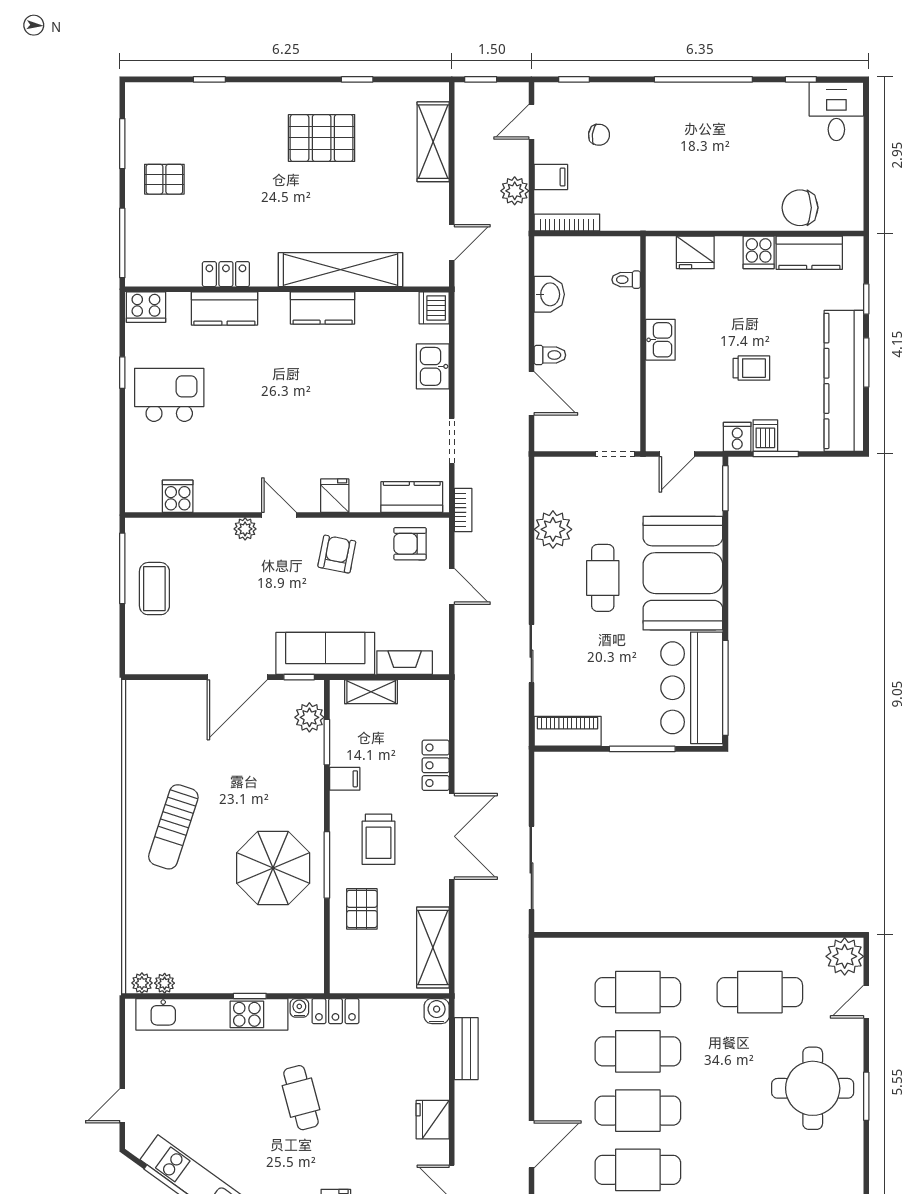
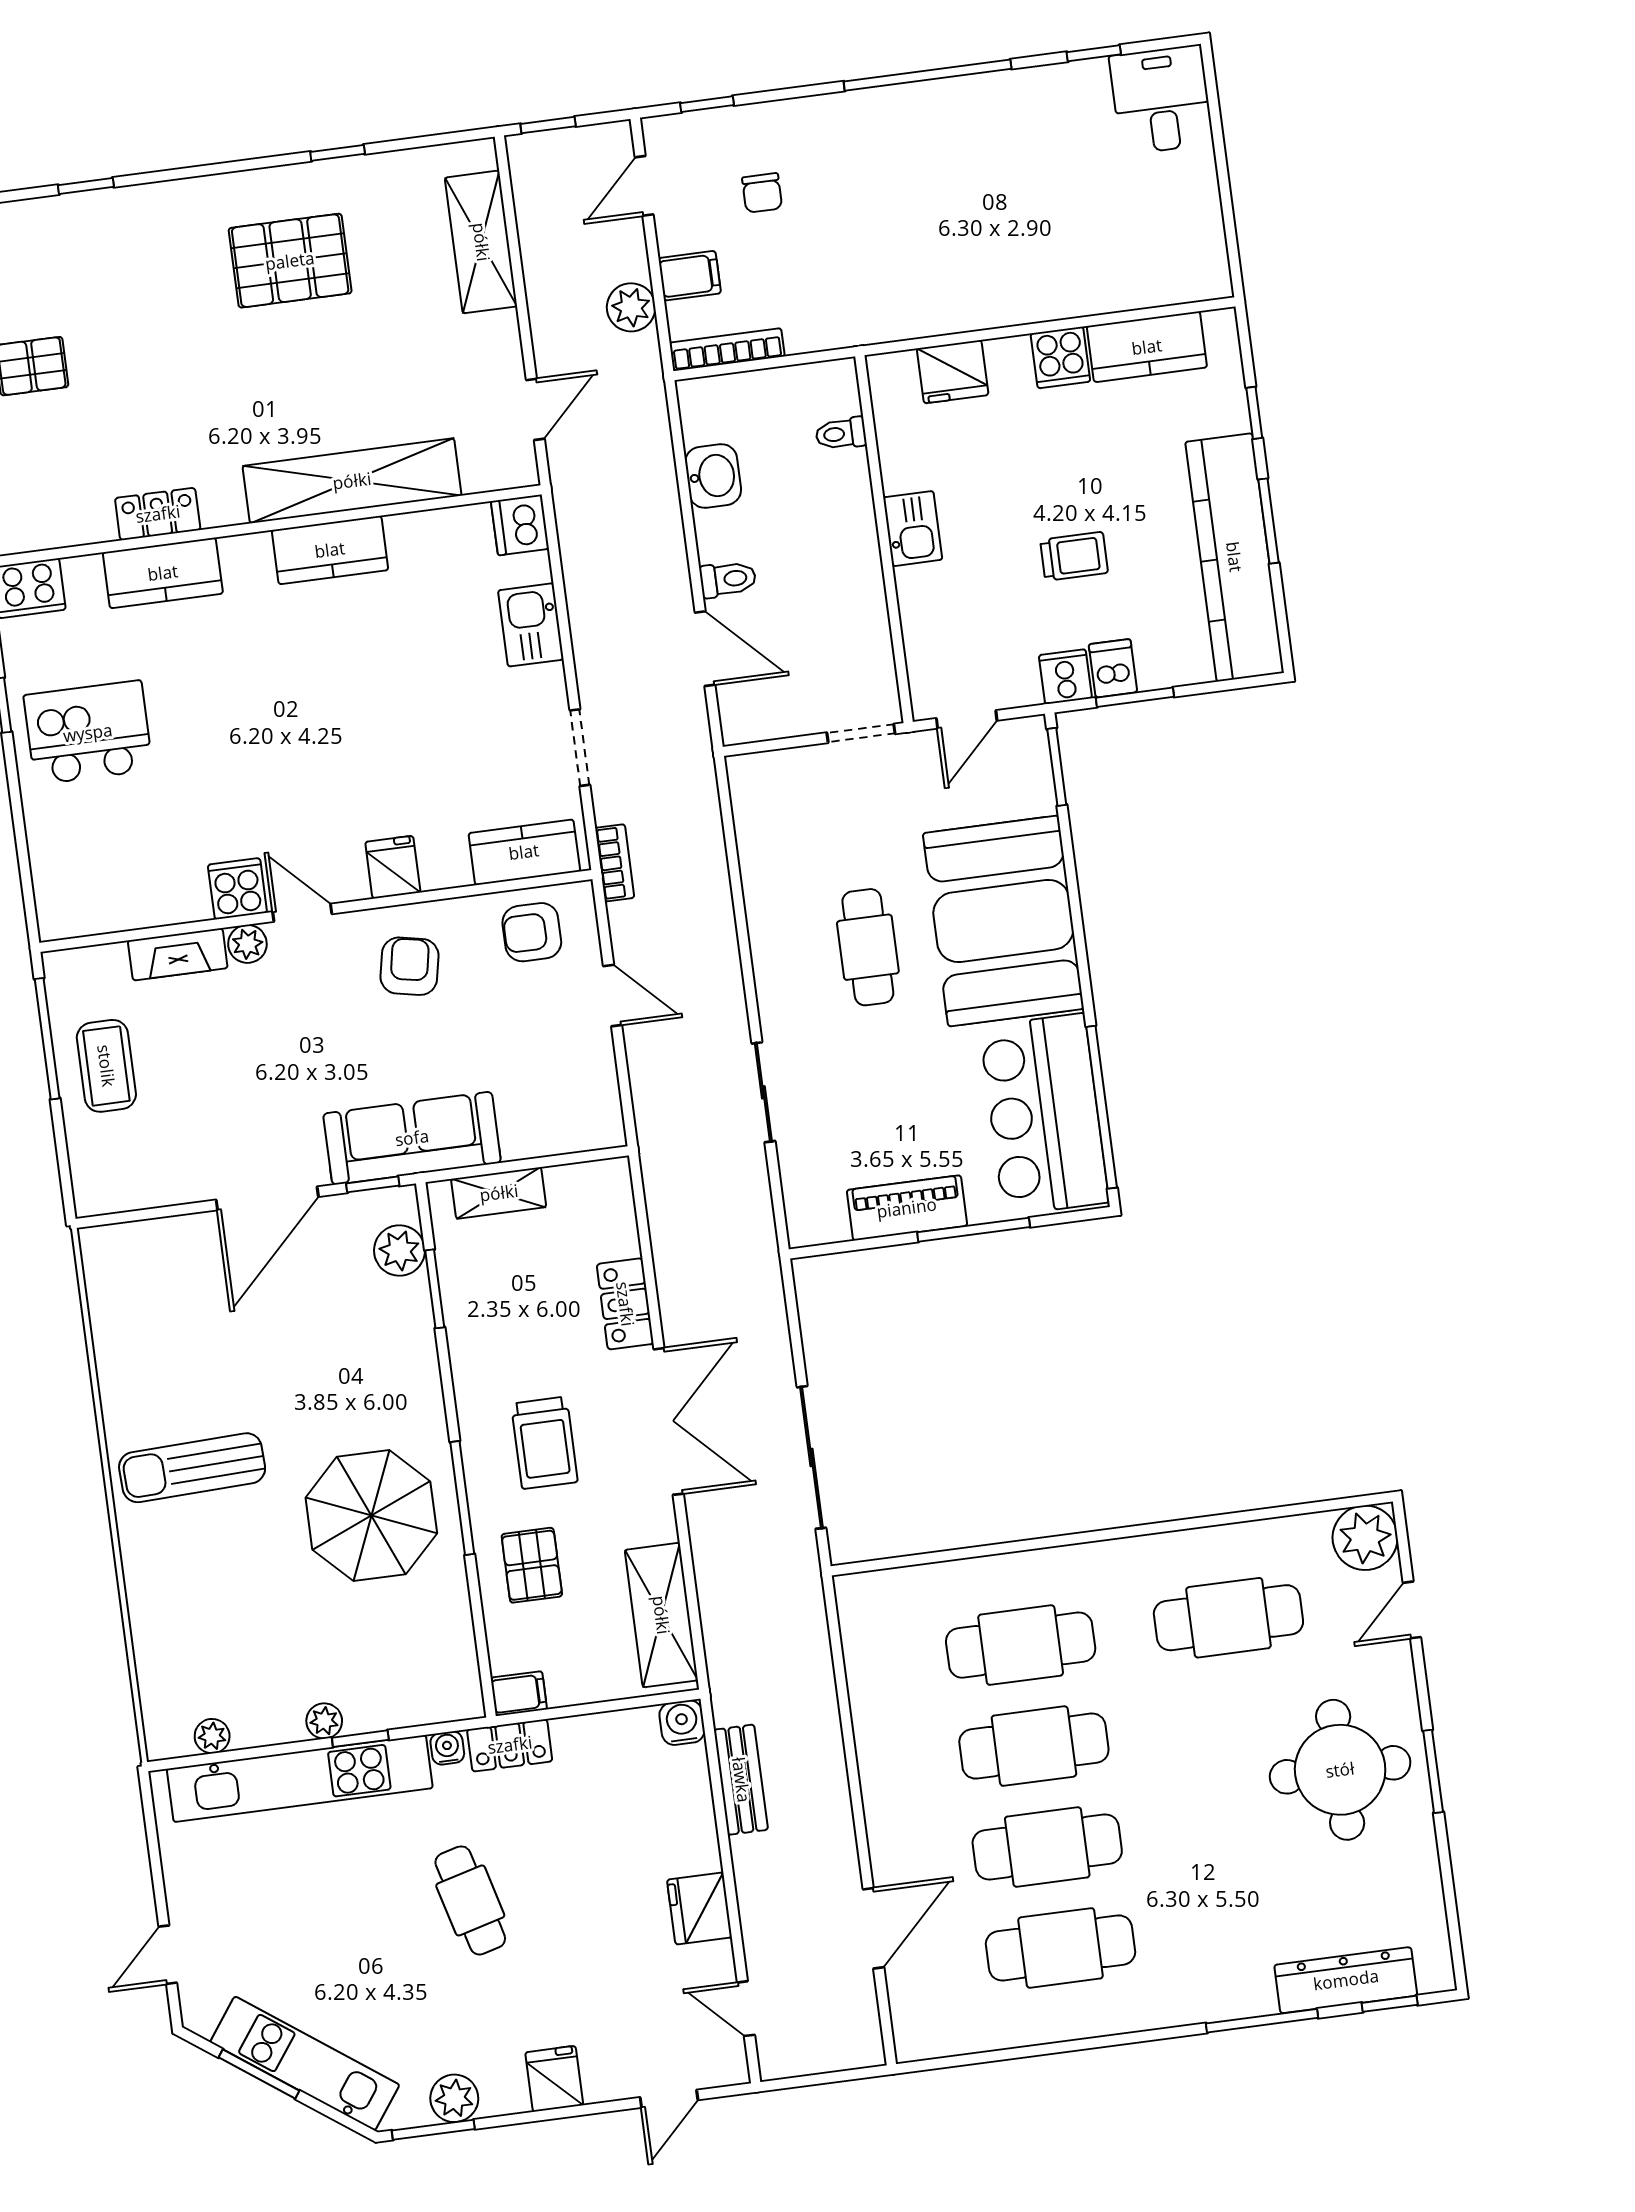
chair: (599, 135) -> (762, 193), turned 82
chair: (800, 208) -> (1121, 272), removed
cooker: (178, 496) -> (237, 889), moved
plant: (553, 529) -> (772, 876), removed
fireplace: (405, 663) -> (178, 954), moved, turned 180
piano: (568, 731) -> (907, 1208), moved
filing cabinet: (345, 779) -> (519, 1694), moved
sun lounger: (173, 827) -> (192, 1468), turned 70
plant: (142, 983) -> (324, 1721), moved

